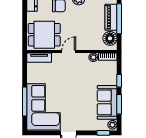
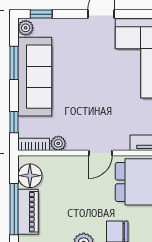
window: (119, 81) -> (14, 122), moved
sofa: (107, 102) -> (35, 77), width x1.36

